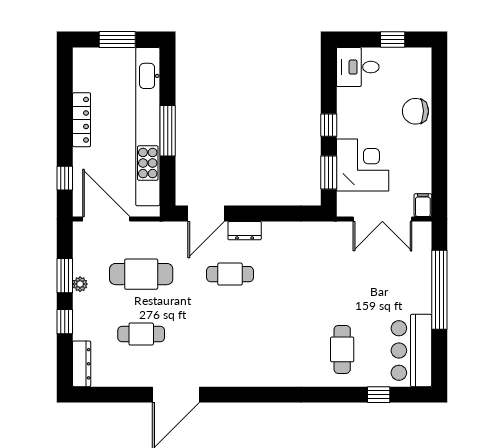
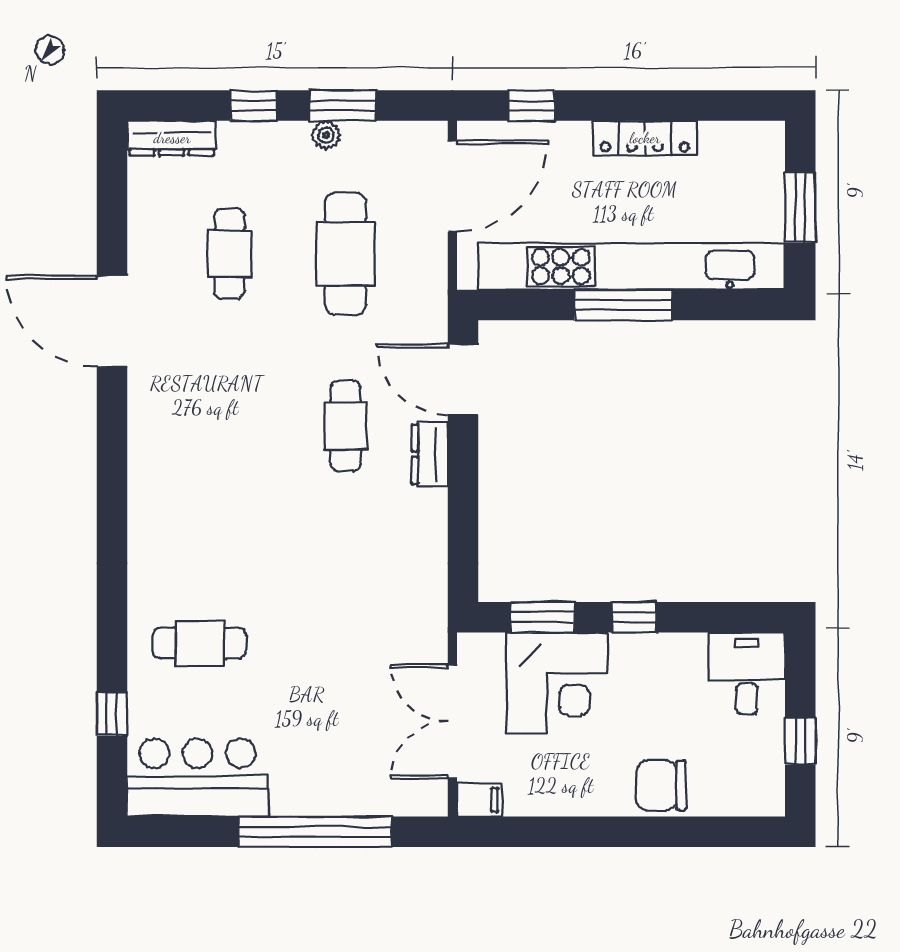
chair: (415, 111) -> (661, 785), turned -90

